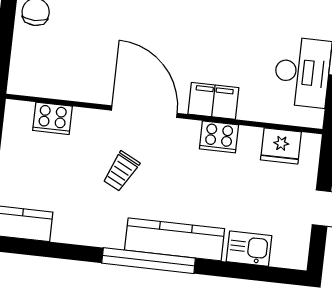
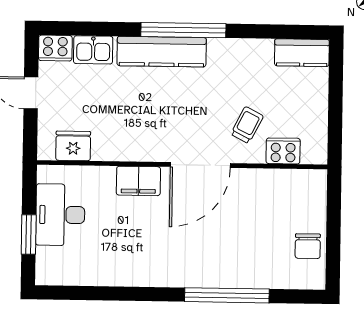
door: (144, 112) -> (200, 165), hinge flipped
cooker: (219, 137) -> (55, 48), moved, turned 180
trolley: (121, 171) -> (247, 125), moved

